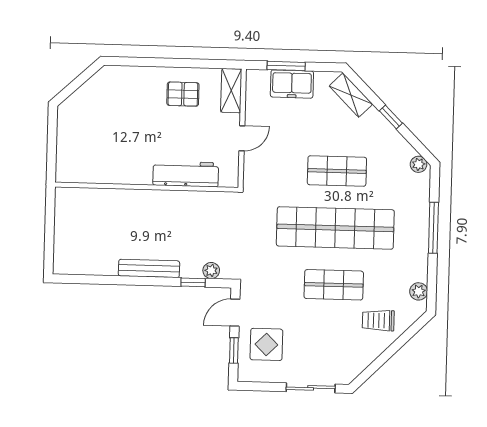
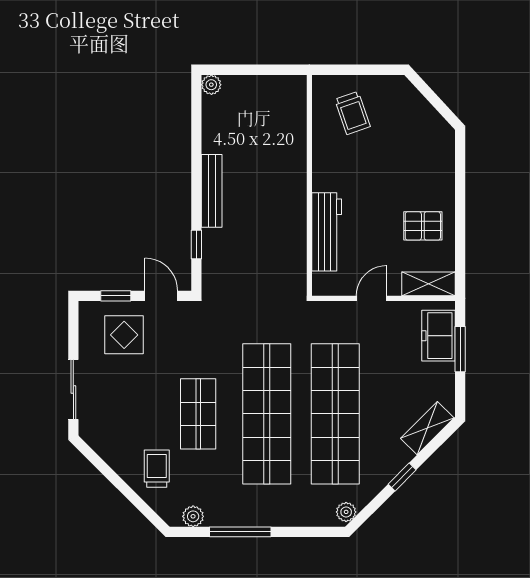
freezer: (292, 84) -> (439, 336), moved
pallet: (183, 94) -> (423, 226), turned 90
door: (242, 138) -> (372, 298), swing flipped
trolley: (88, 150) -> (352, 113), added
shop shelf: (337, 171) -> (335, 414), width x2.00, depth x1.36
window: (433, 228) -> (240, 532), moved
plant: (211, 271) -> (211, 85), moved

